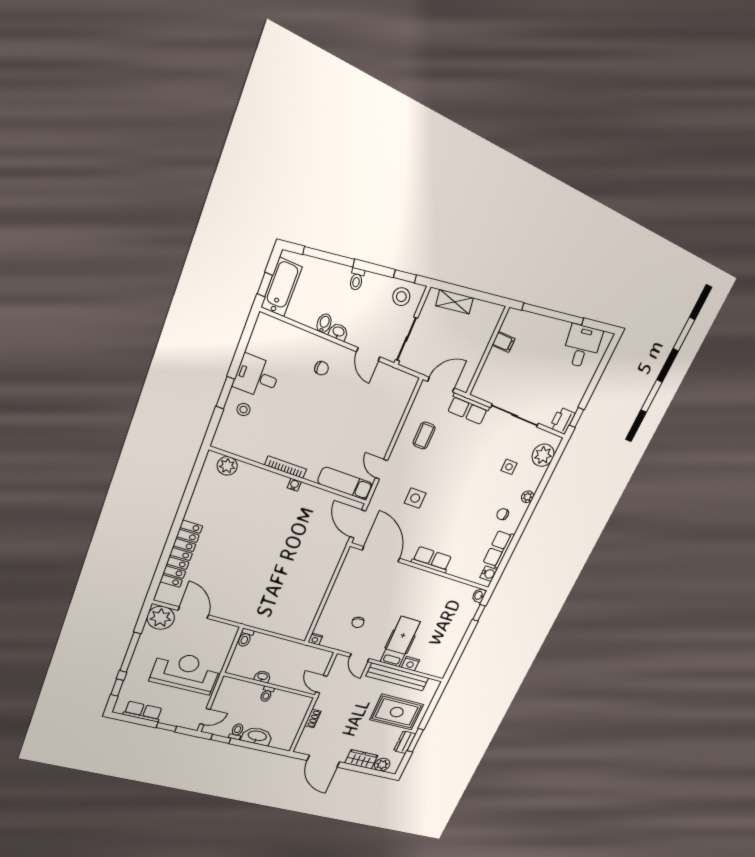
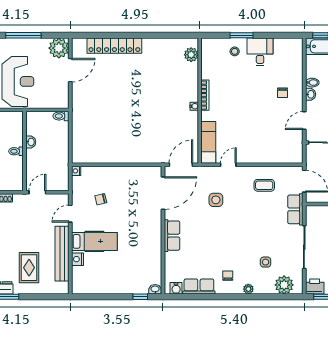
rug: (397, 712) -> (29, 268), width x0.73, depth x0.70

